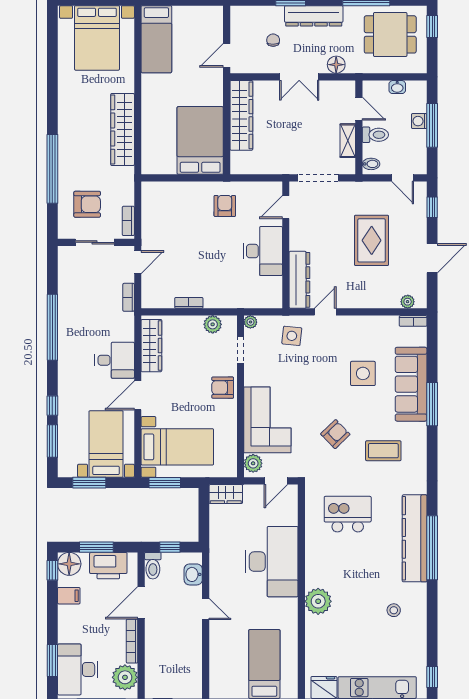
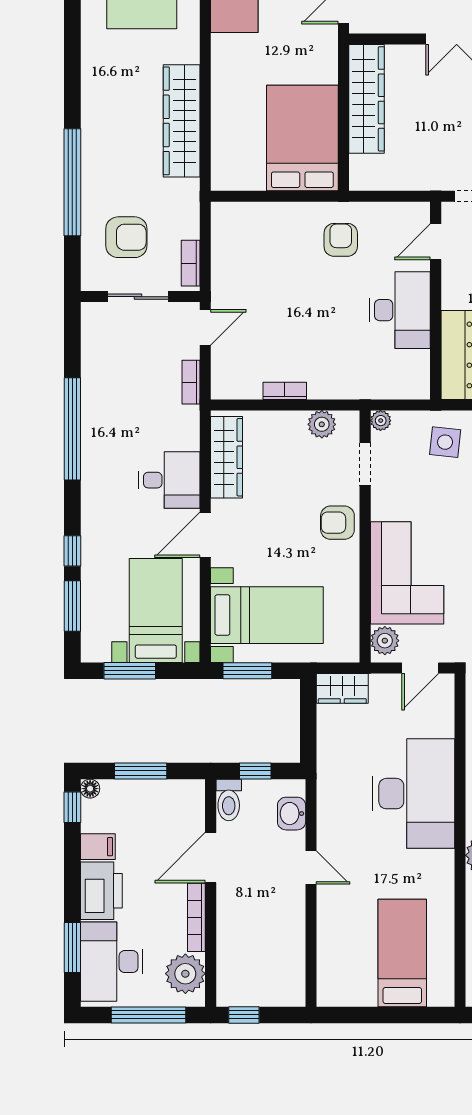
floor lamp: (69, 564) -> (90, 789), width x0.53, depth x0.53
printer: (108, 566) -> (101, 891), moved, turned -90

